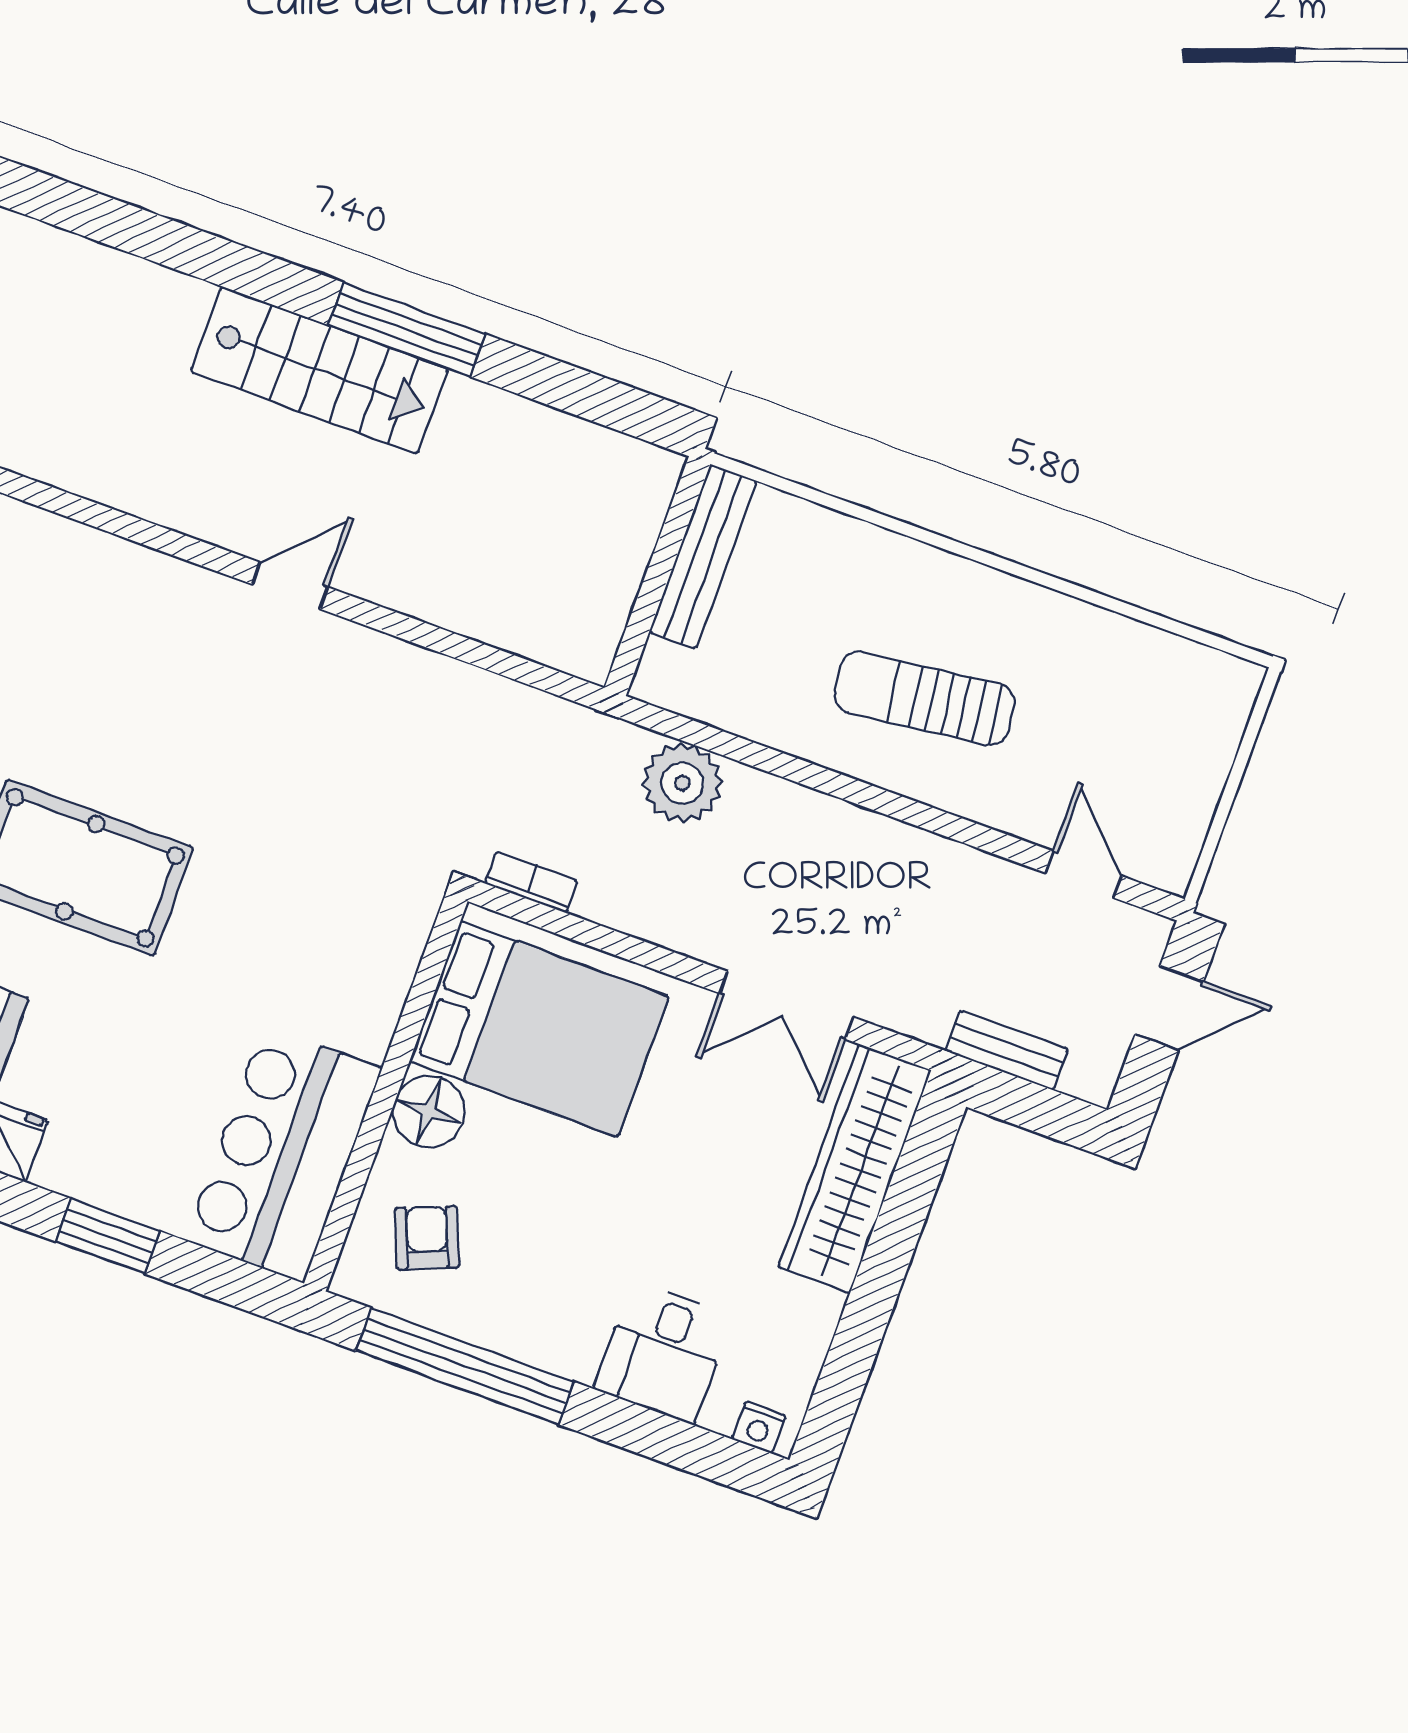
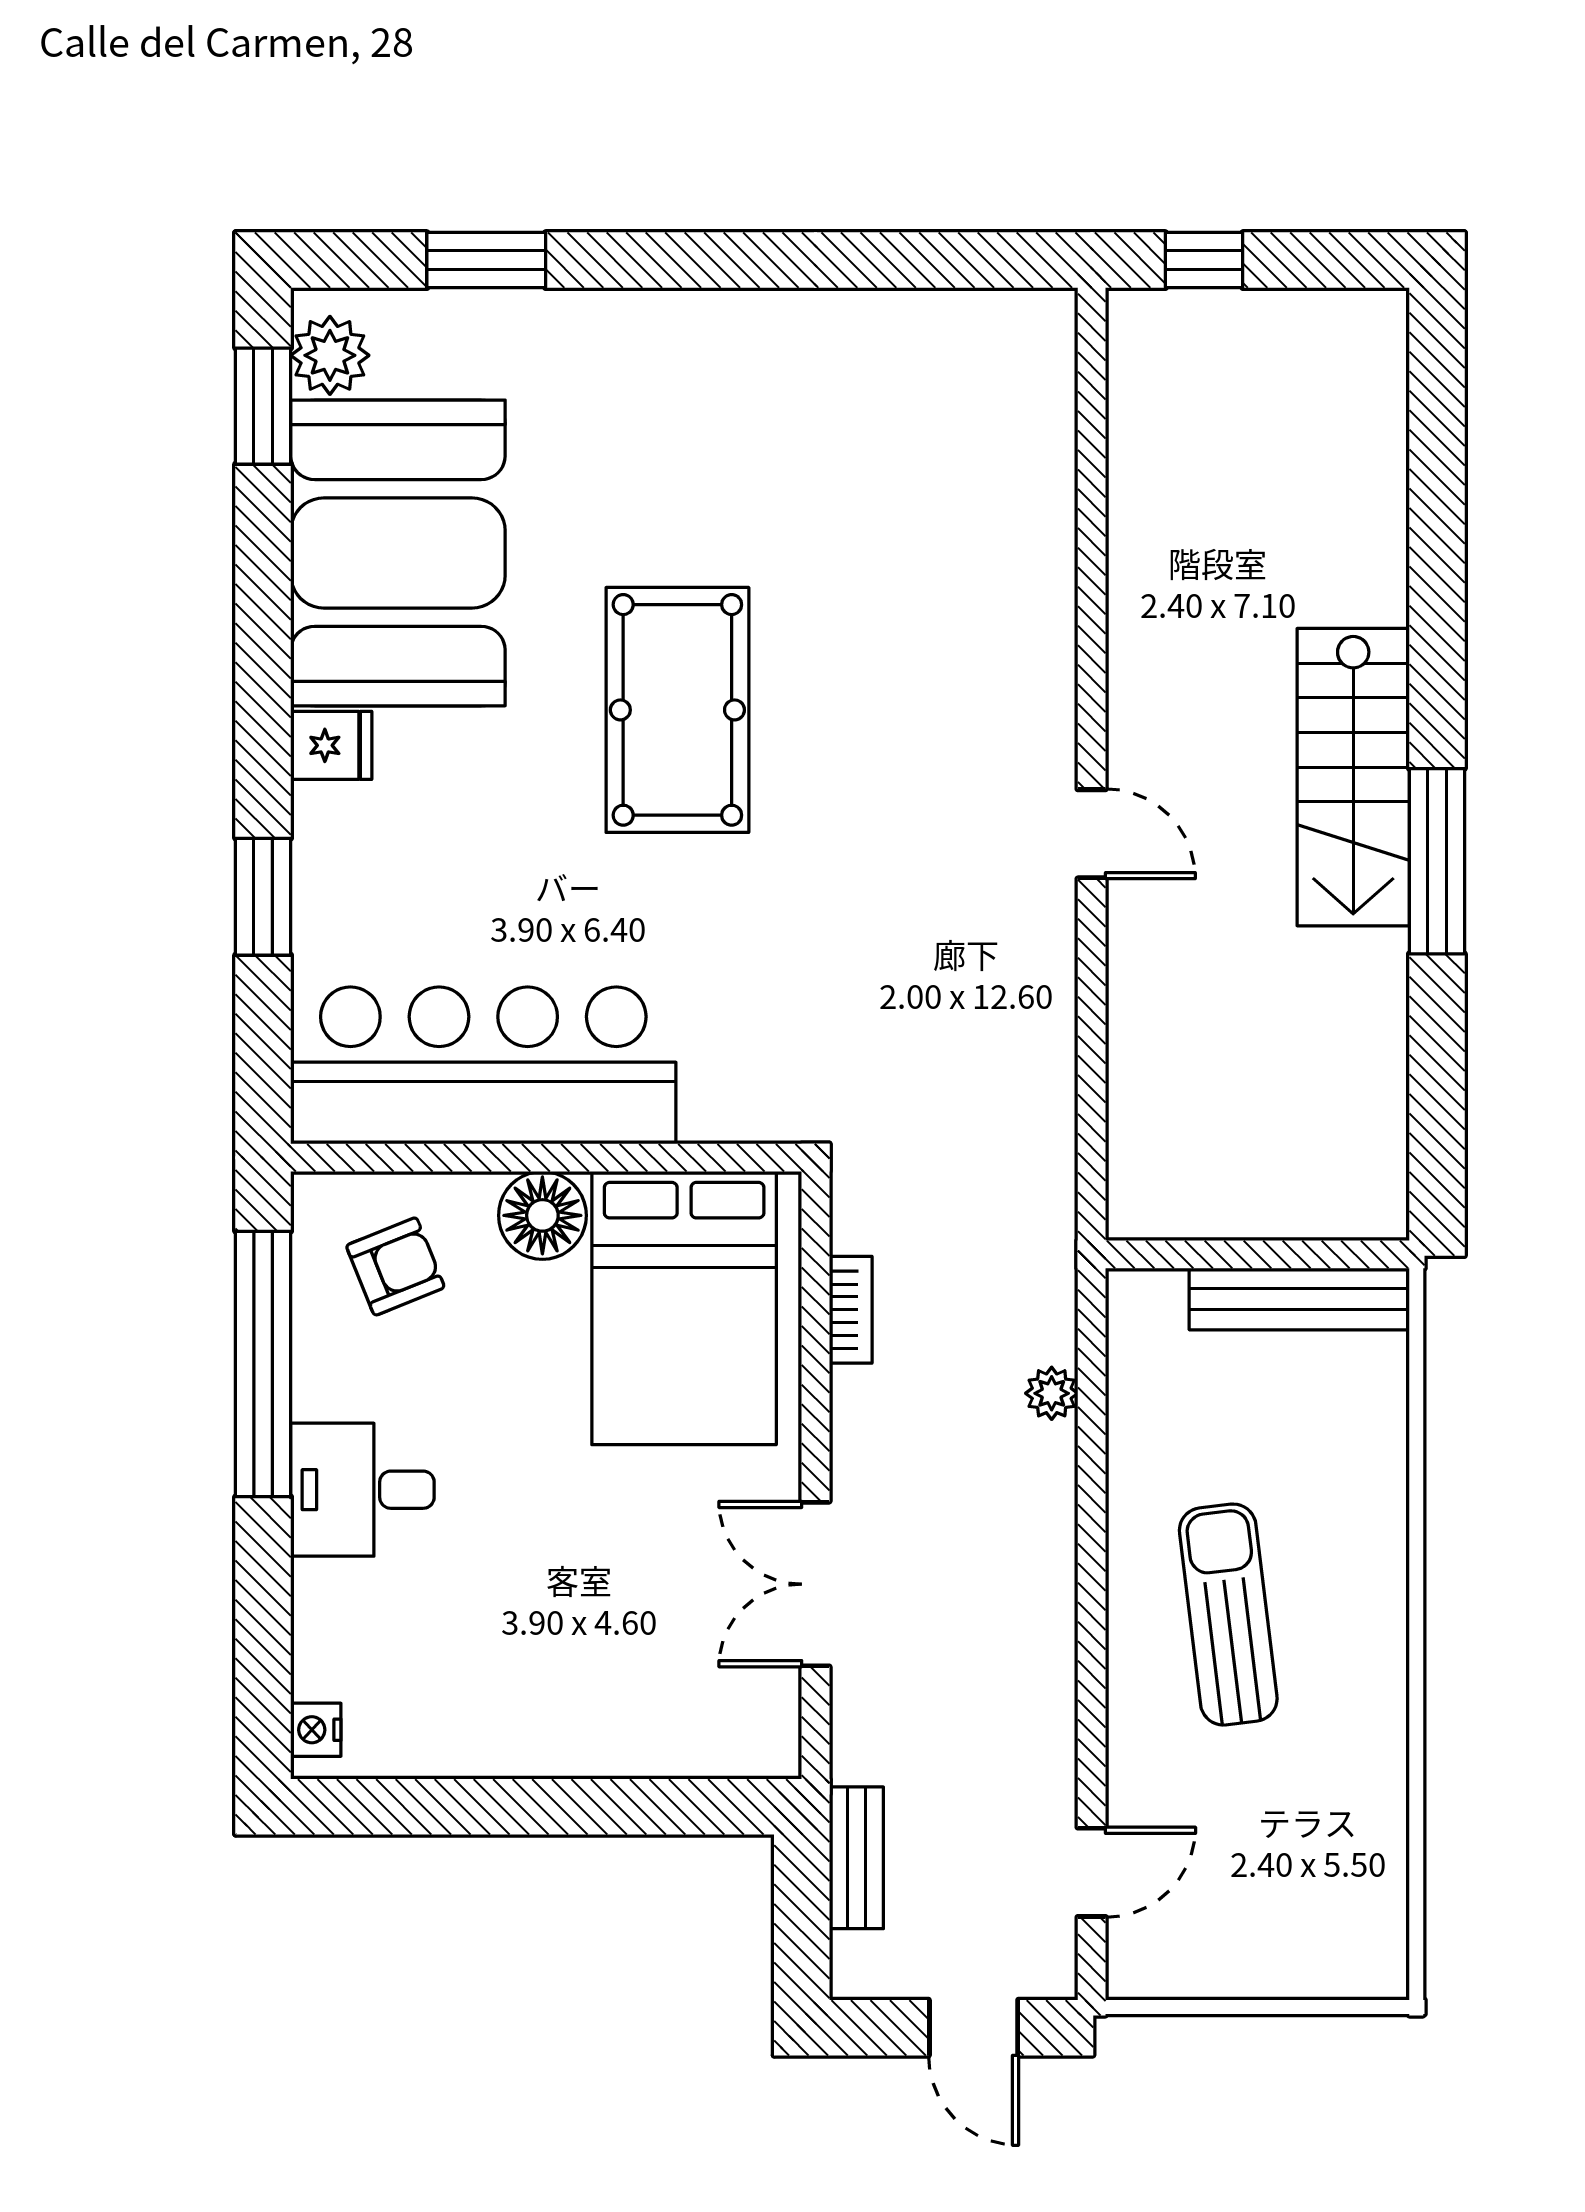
plant: (682, 783) -> (1052, 1393), width x0.53, depth x0.53
bookcase: (531, 882) -> (851, 1310), moved
bar counter: (284, 1154) -> (483, 1065), width x1.36
wardrobe: (855, 1169) -> (655, 1732), removed
desk: (663, 1352) -> (362, 1490), moved

